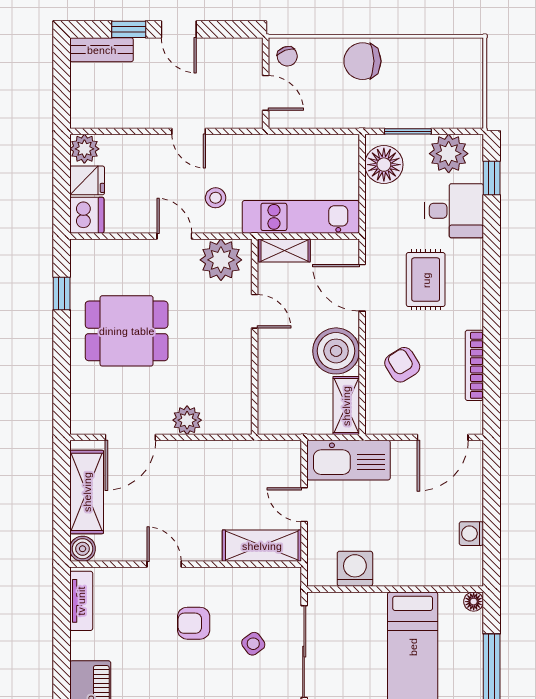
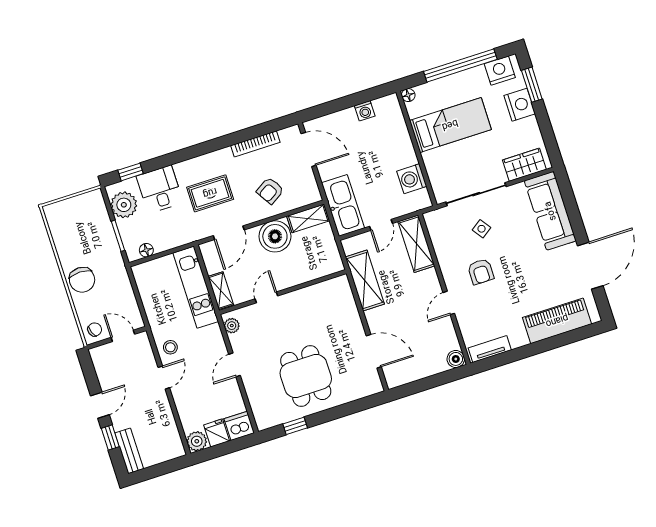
door: (266, 93) -> (123, 336), hinge flipped
floor lamp: (384, 165) -> (146, 250), width x0.53, depth x0.53
stool: (216, 198) -> (170, 347), moved
plant: (221, 260) -> (232, 326), width x0.53, depth x0.53
plant: (187, 420) -> (351, 318), removed
shelving: (87, 492) -> (365, 280), moved, turned 90

